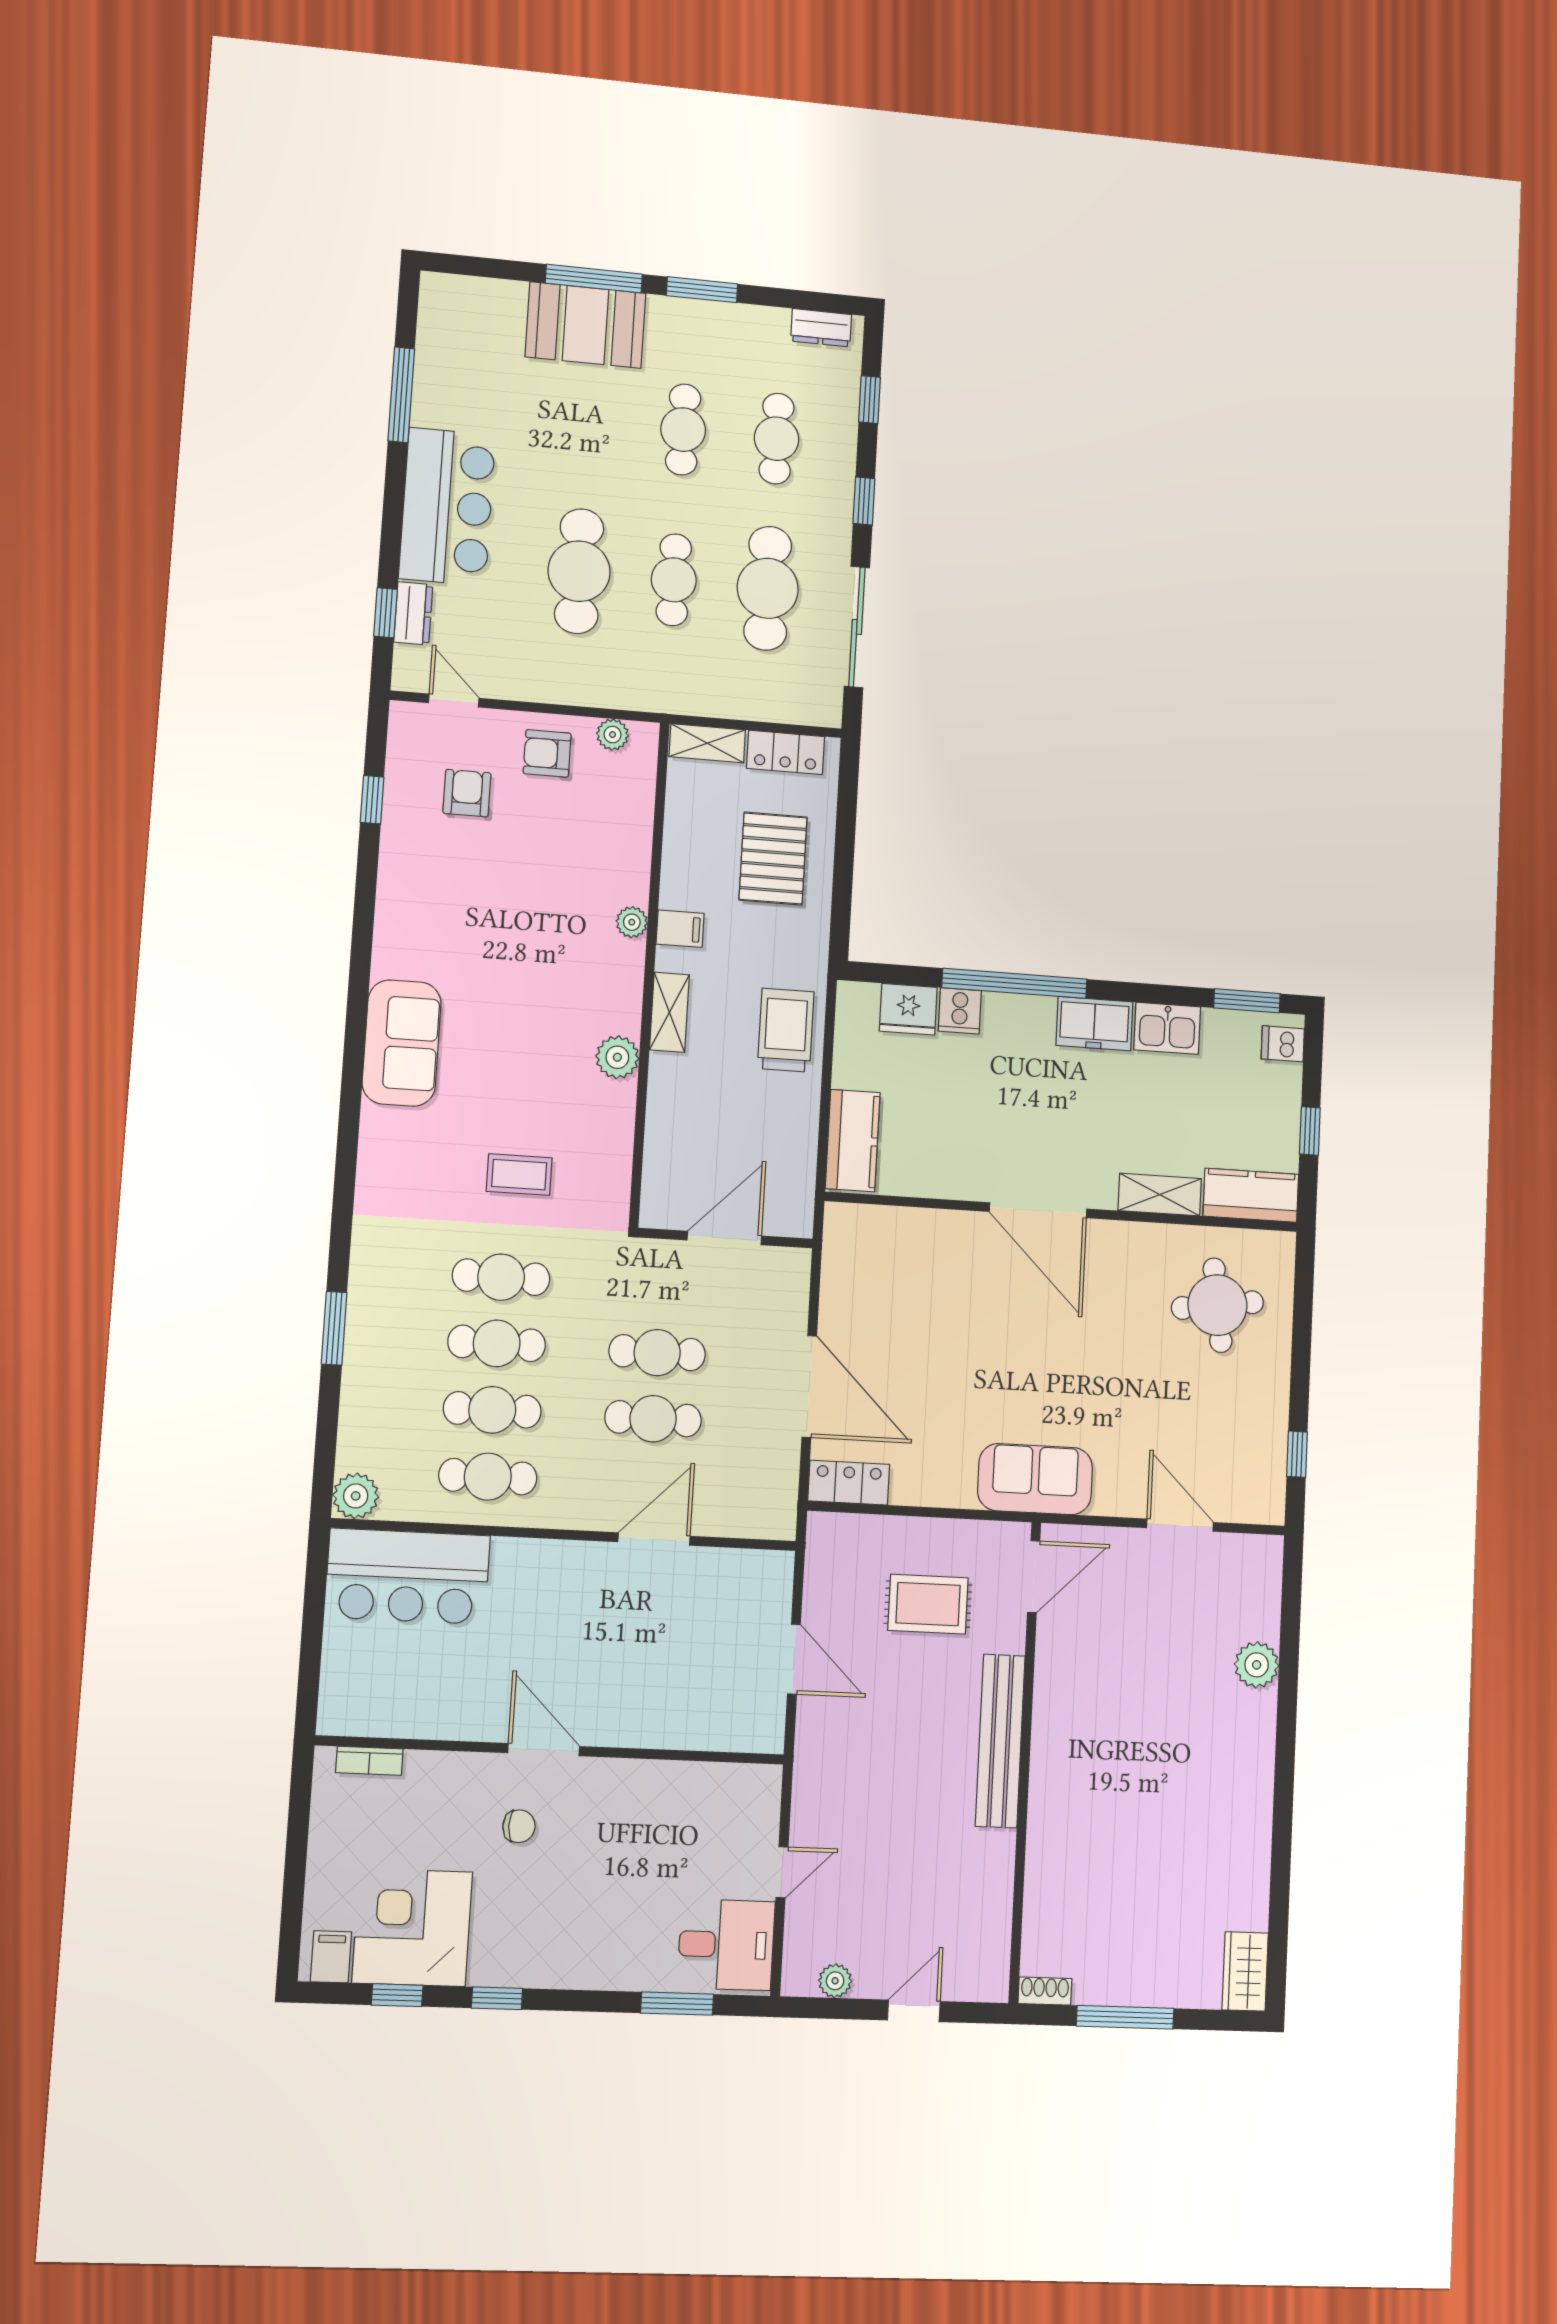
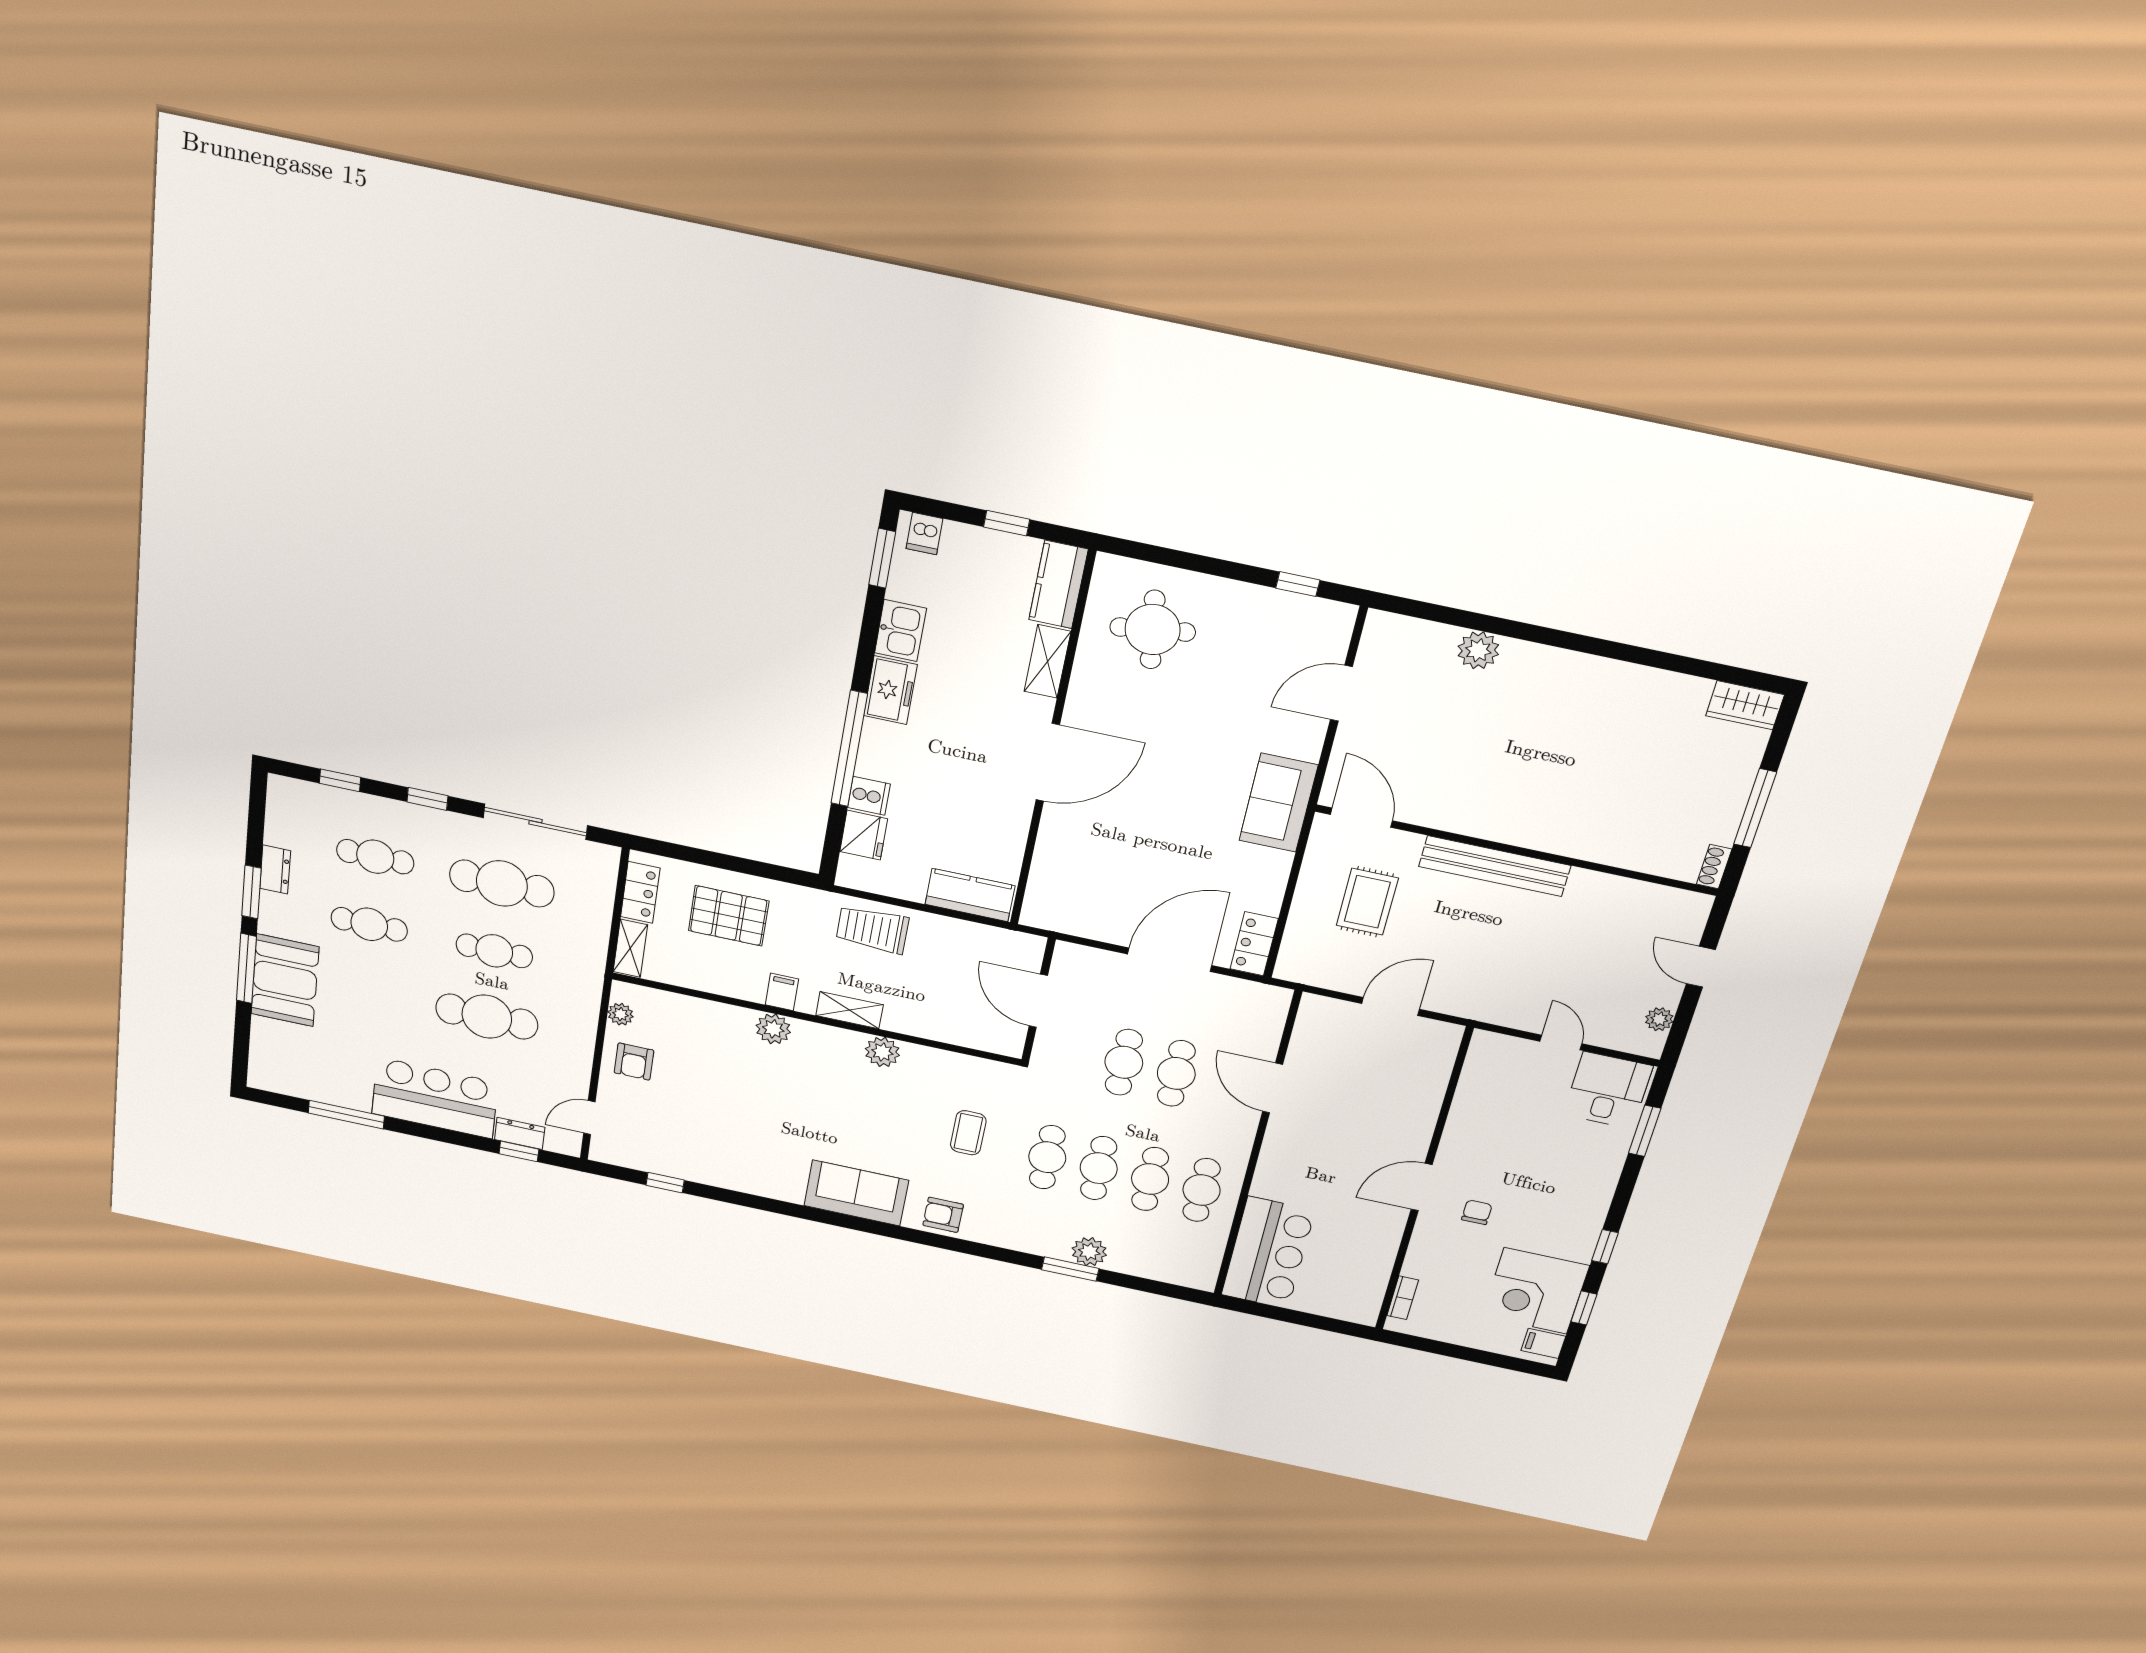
dresser: (821, 328) -> (275, 869), moved
armchair: (467, 793) -> (943, 1215), moved
plant: (632, 922) -> (773, 1029), width x1.38, depth x1.38
plant: (356, 1496) -> (1089, 1252), moved

